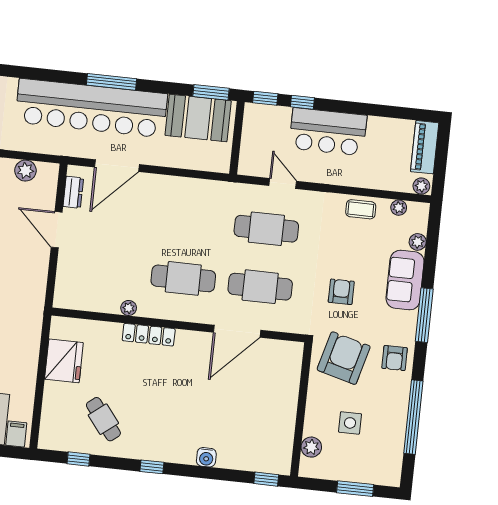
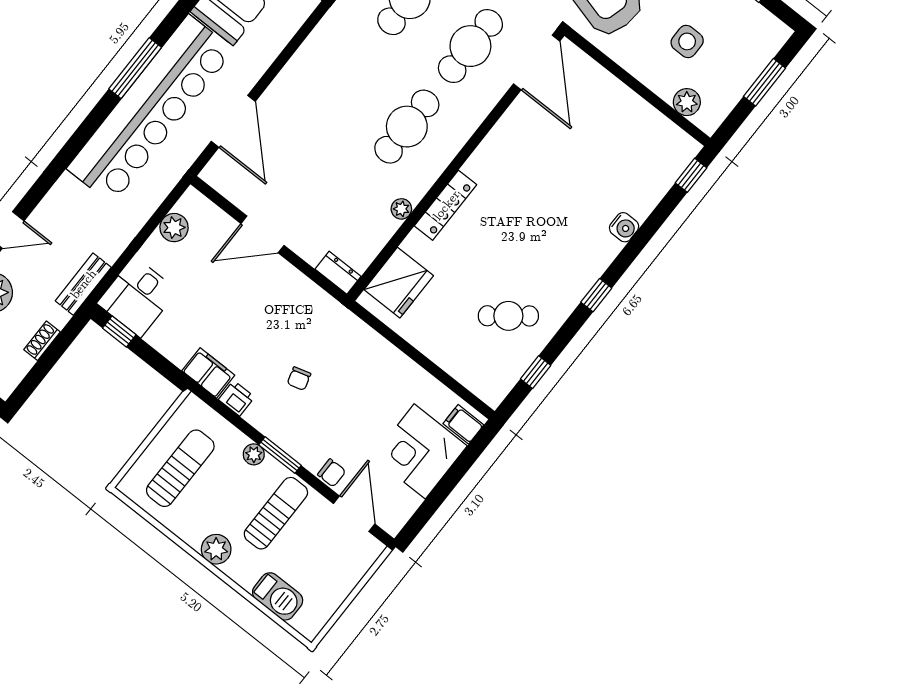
dresser: (73, 192) -> (338, 273), moved
door: (237, 331) -> (537, 62), moved
fridge: (64, 361) -> (399, 283), moved, turned 90

